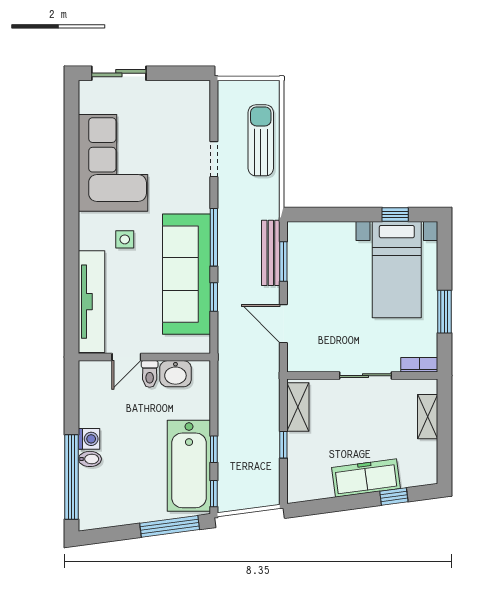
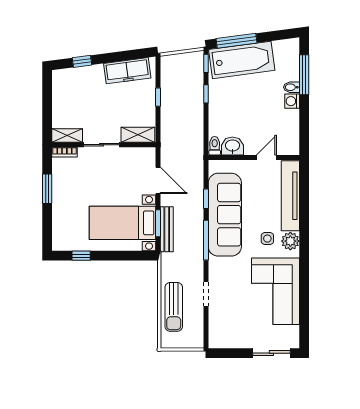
plant: (91, 236) -> (290, 241), added
bed with nightstands: (397, 270) -> (122, 223), moved, turned -90
toilet: (150, 374) -> (215, 146), moved
shelving: (298, 407) -> (138, 135), moved, turned 90
shelving: (428, 417) -> (67, 135), moved, turned 90
bathtub: (189, 466) -> (242, 60), moved, turned 82
window: (72, 477) -> (304, 75), width x0.68
freezer: (366, 478) -> (127, 71), moved

